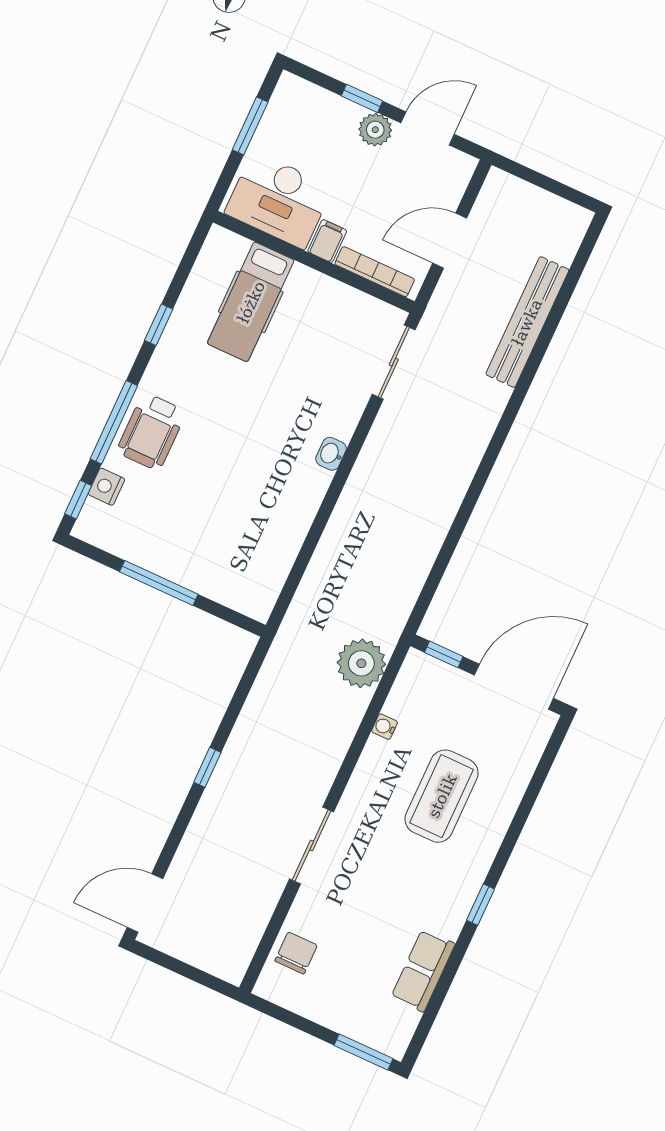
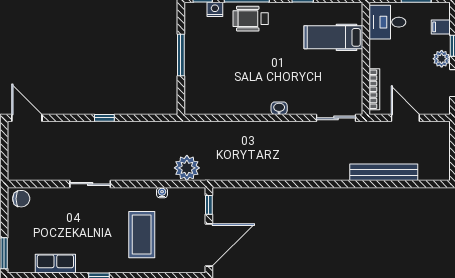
desk: (279, 200) -> (387, 22), width x0.73
filing cabinet: (327, 241) -> (441, 27), moved, turned 180
door: (514, 687) -> (209, 245), hinge flipped
coffee table: (442, 796) -> (142, 235), turned 90
chair: (296, 953) -> (21, 199), moved

